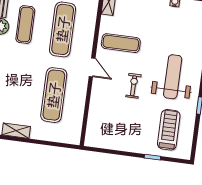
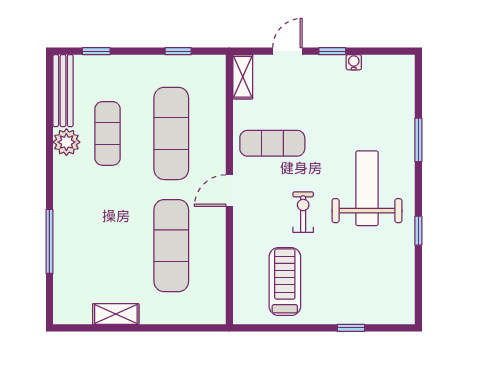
door: (92, 67) -> (229, 191), swing flipped
treadmill: (169, 130) -> (285, 282), moved

